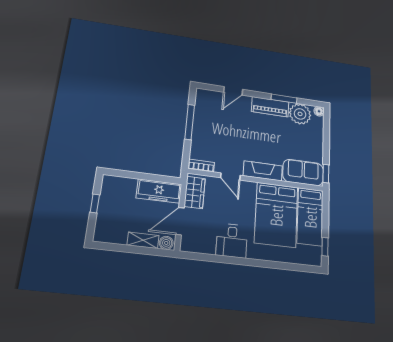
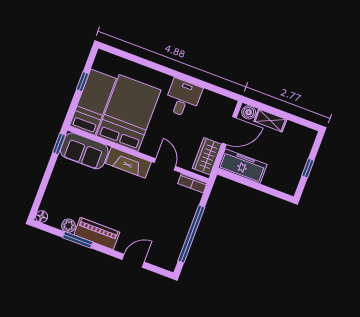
plant: (300, 114) -> (68, 226), width x0.53, depth x0.53
window: (190, 122) -> (191, 234), width x1.46
window: (325, 247) -> (82, 82), moved

